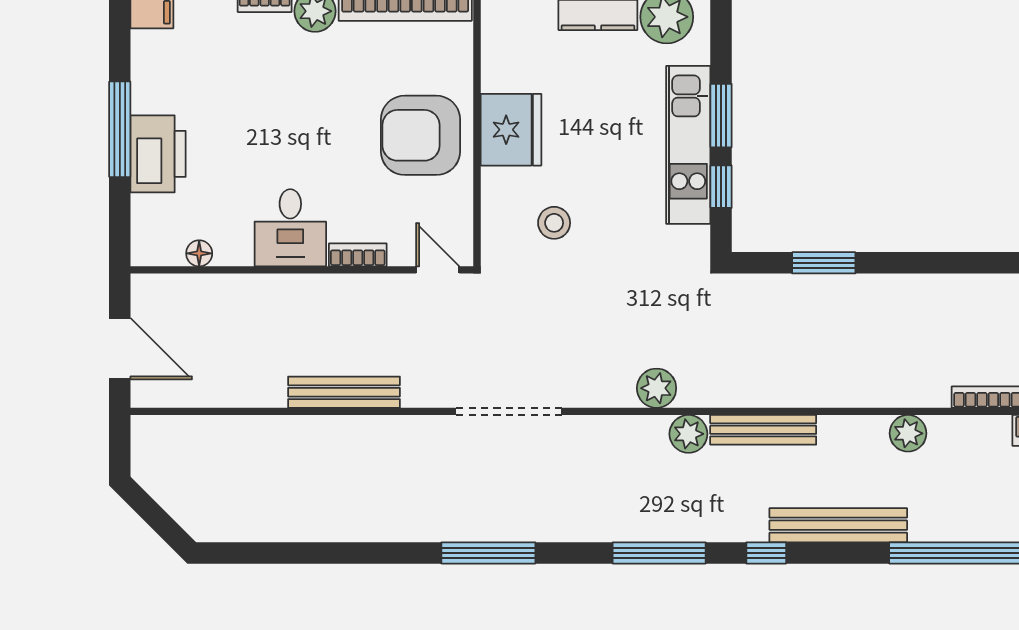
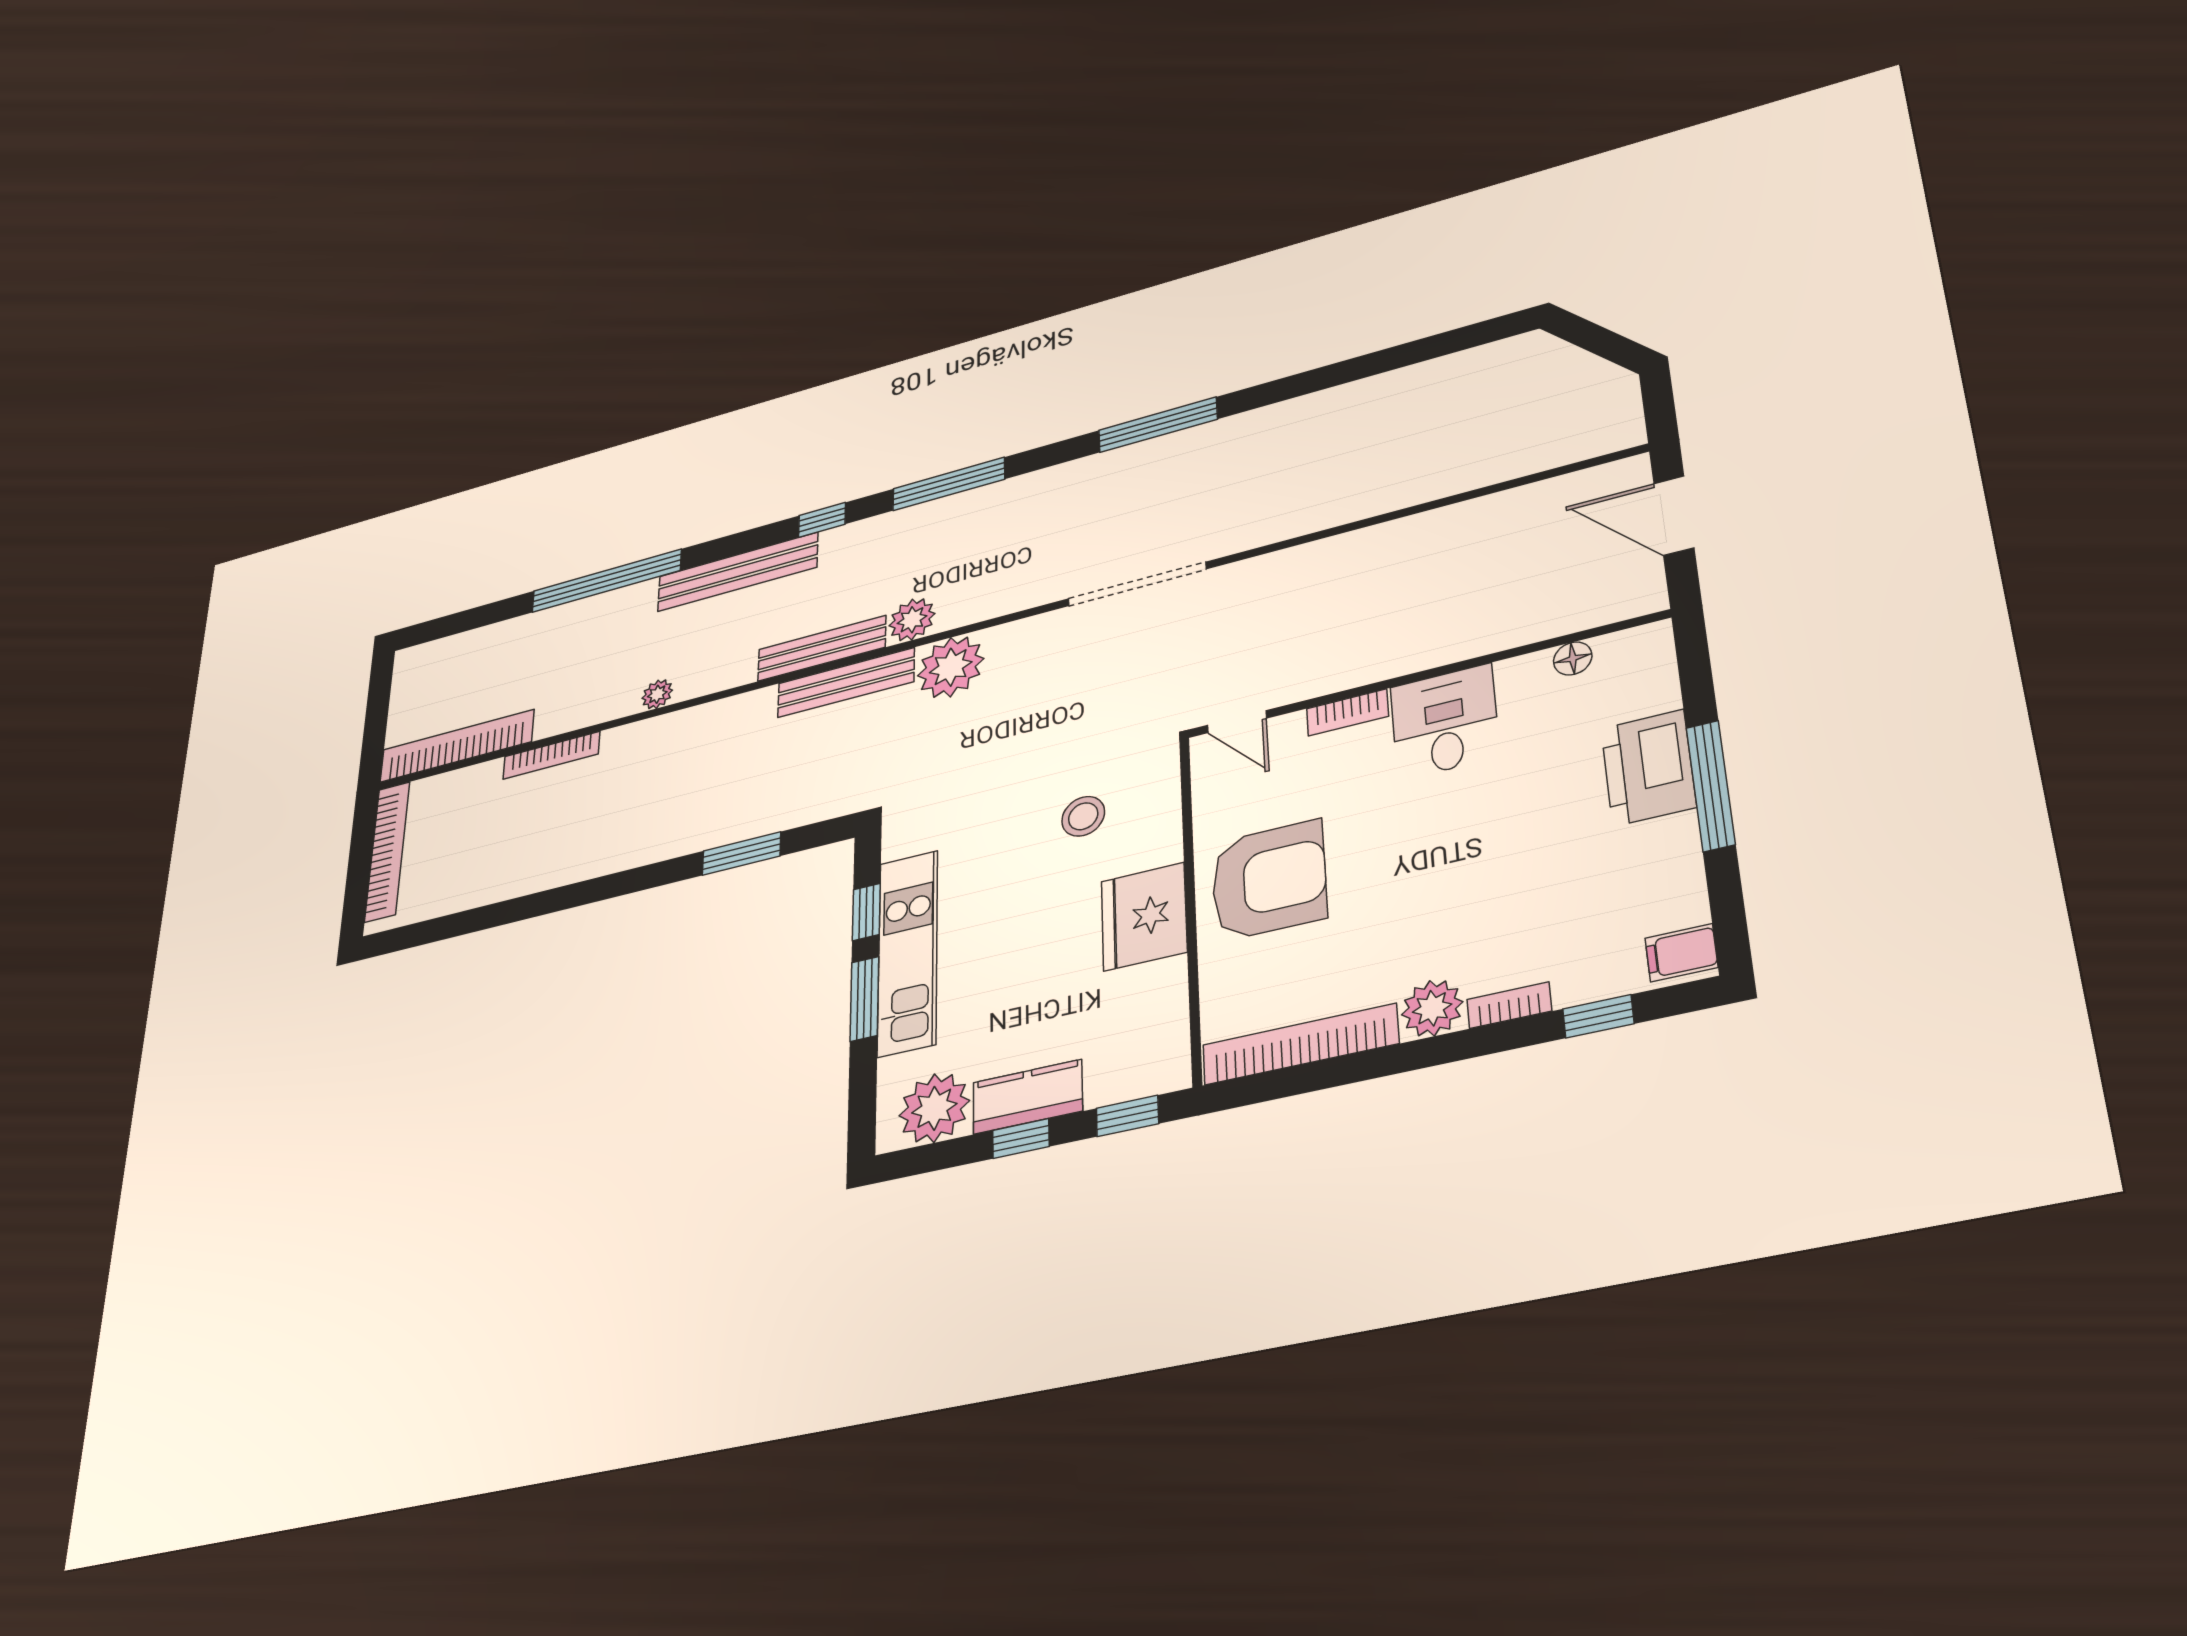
plant: (657, 388) -> (951, 667), width x1.36, depth x1.36
bench: (344, 392) -> (846, 683), moved
plant: (908, 433) -> (657, 694), width x0.73, depth x0.73

